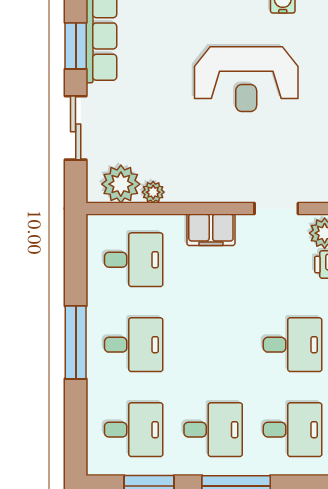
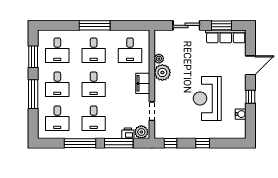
plant: (121, 184) -> (162, 72), moved
desk: (213, 345) -> (94, 84), added

